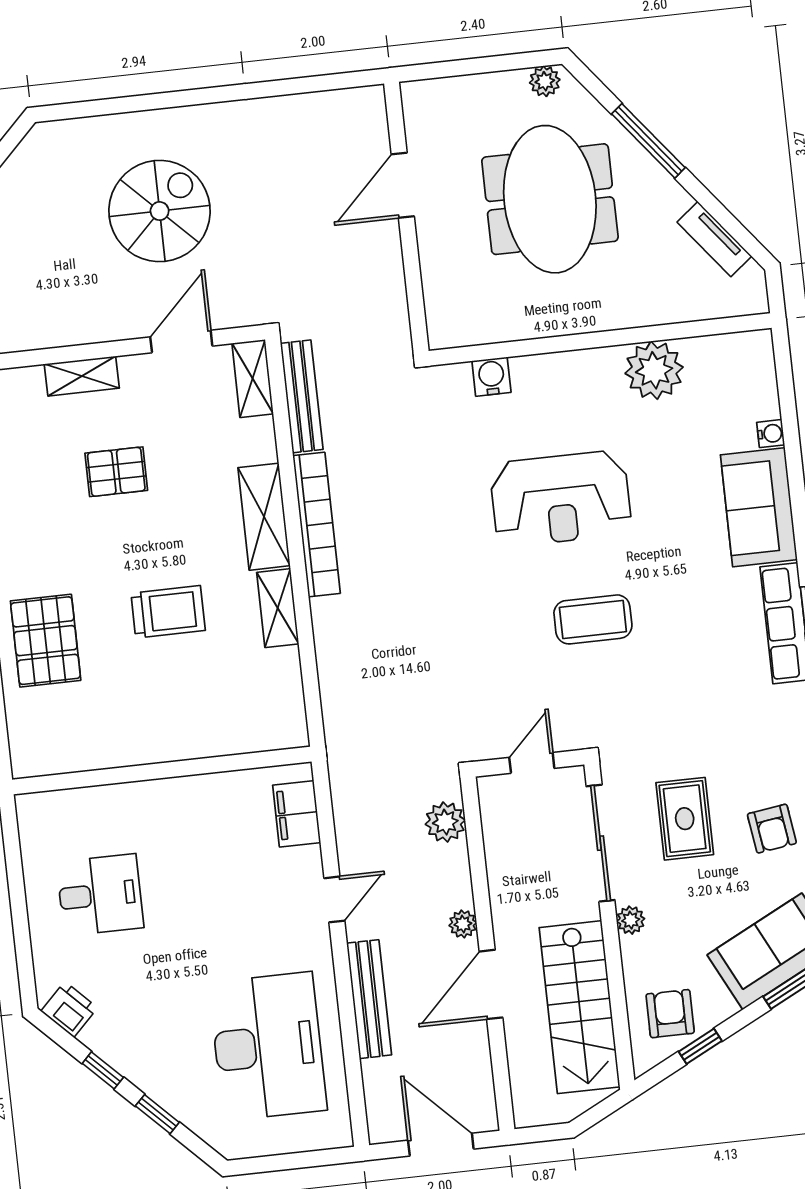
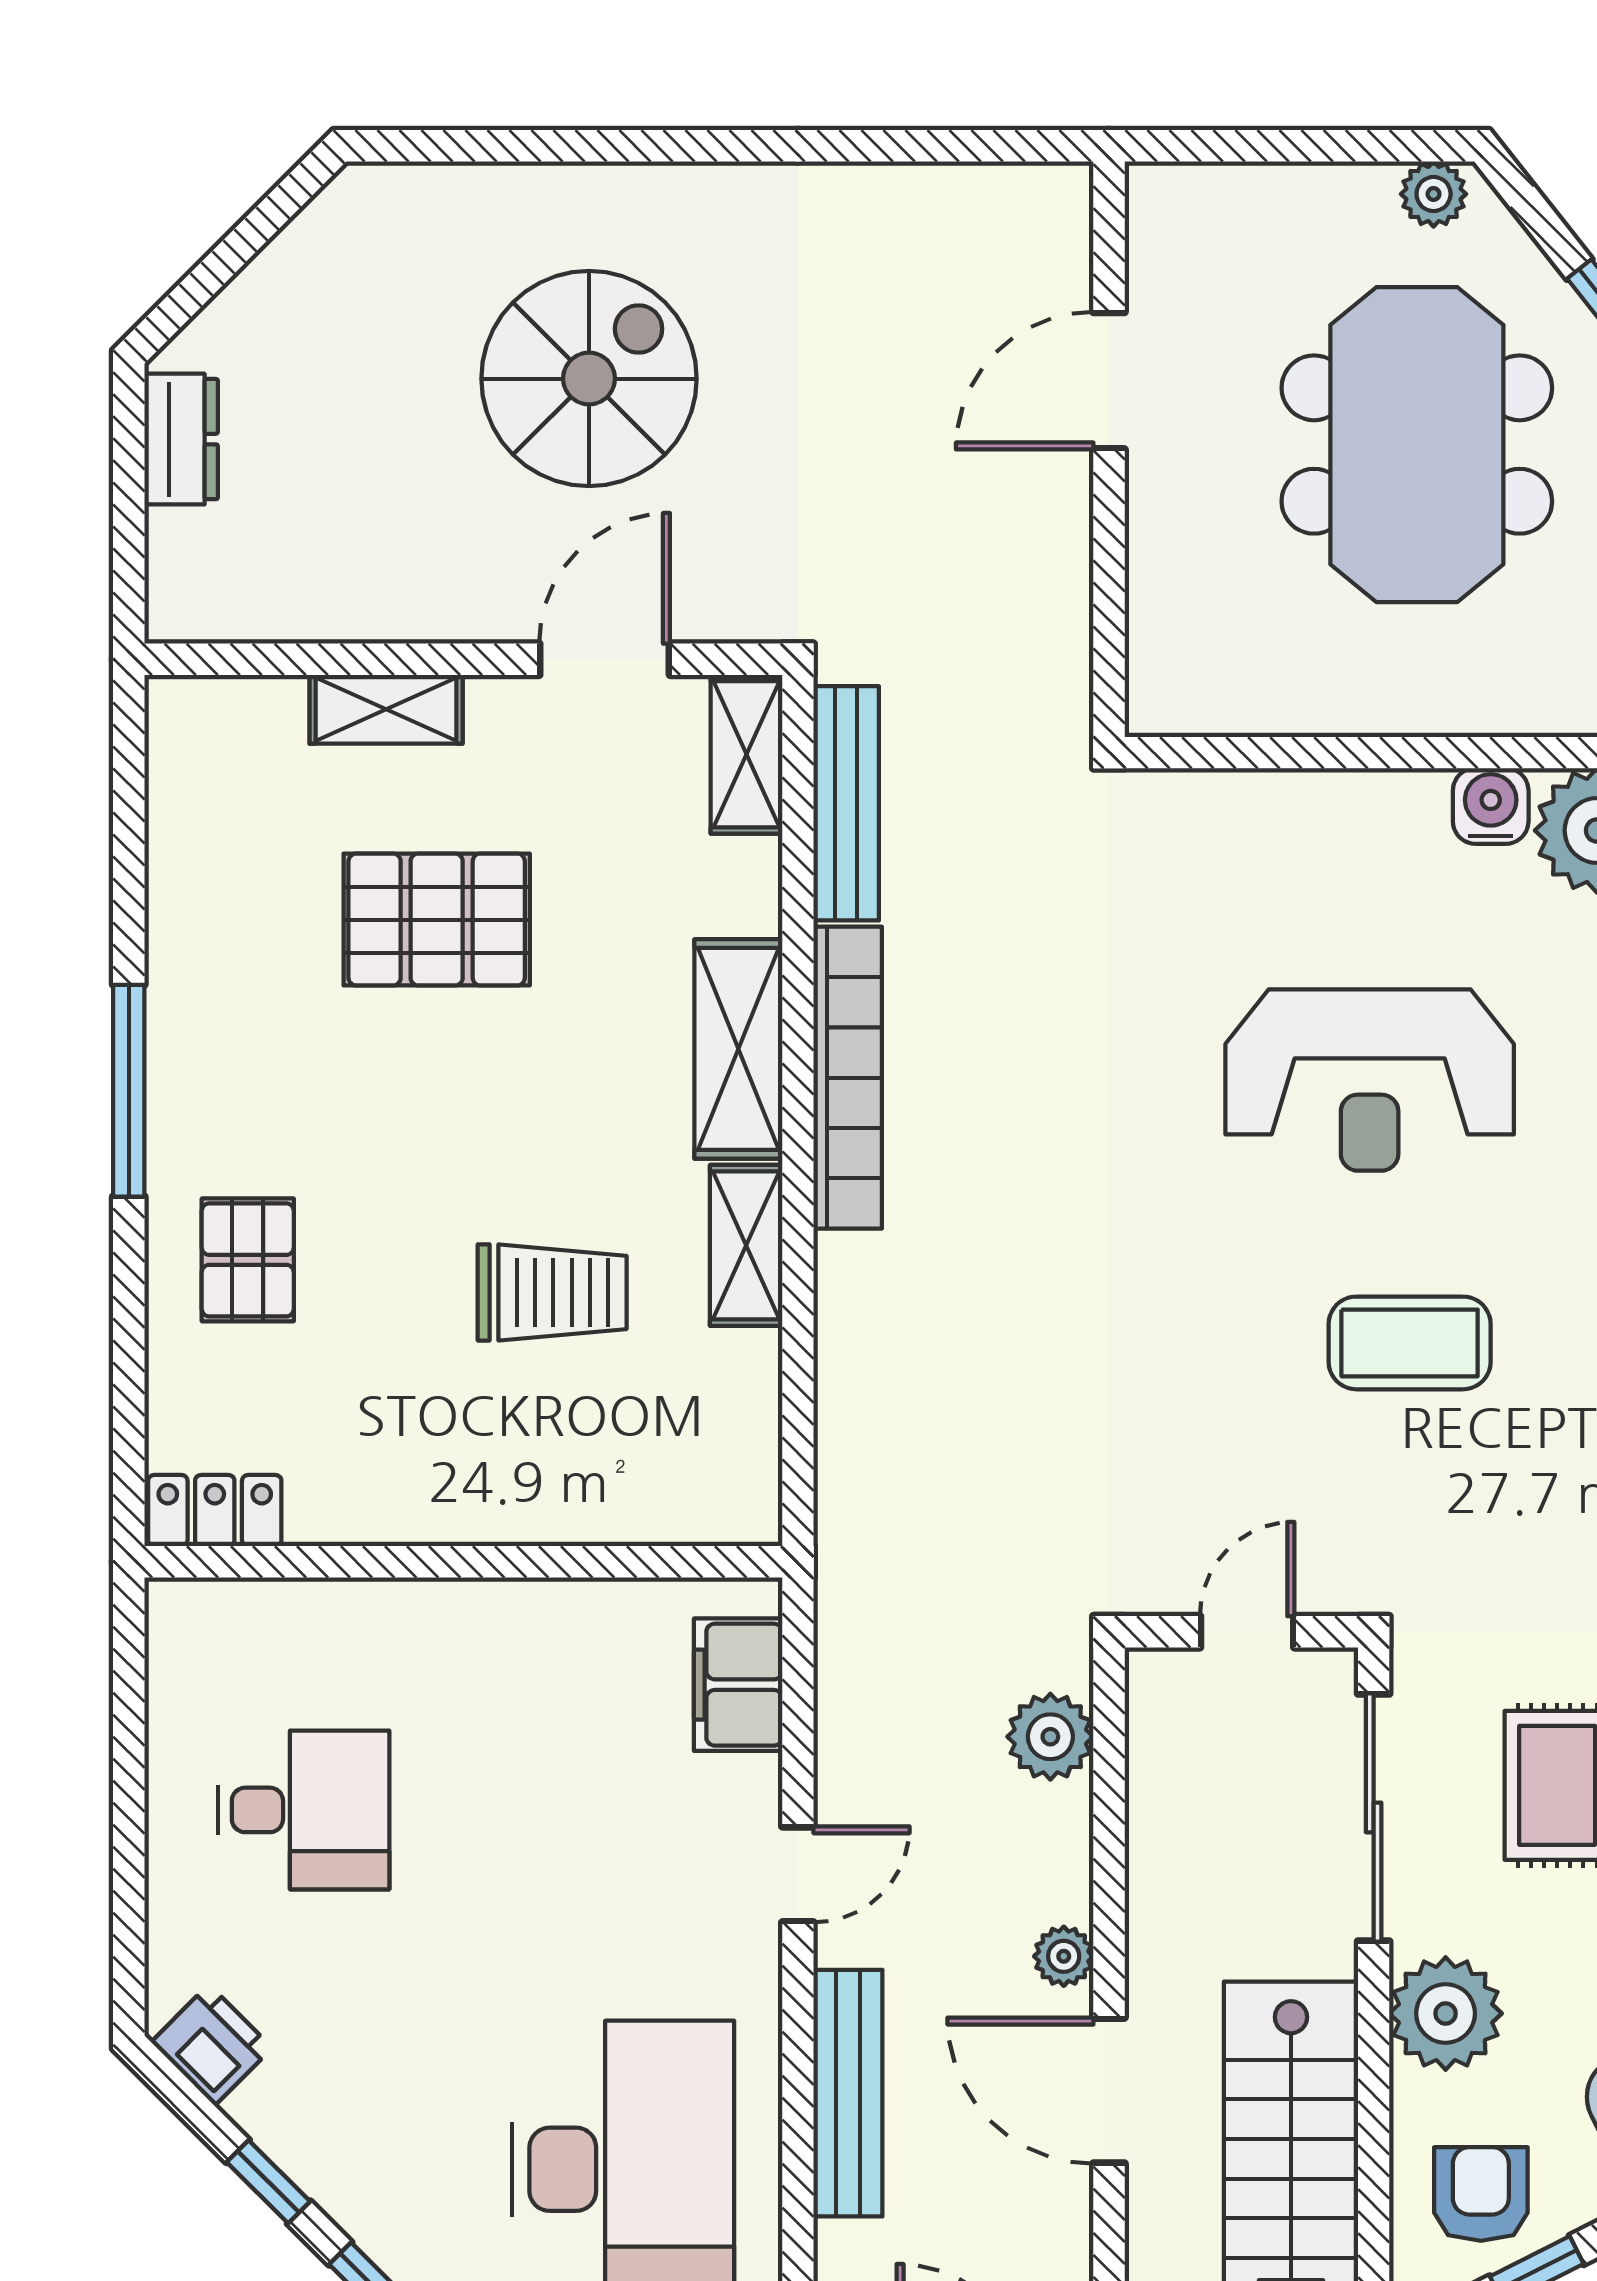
water cooler: (491, 377) -> (1491, 806), moved
pallet: (116, 472) -> (437, 920), width x1.50, depth x1.42
trolley: (168, 612) -> (552, 1292), moved
pallet: (46, 641) -> (248, 1260), width x0.67, depth x0.71
locker: (43, 759) -> (215, 1511), added
plant: (631, 920) -> (1446, 2013), width x1.88, depth x1.88
door: (491, 984) -> (1109, 2091), hinge flipped

